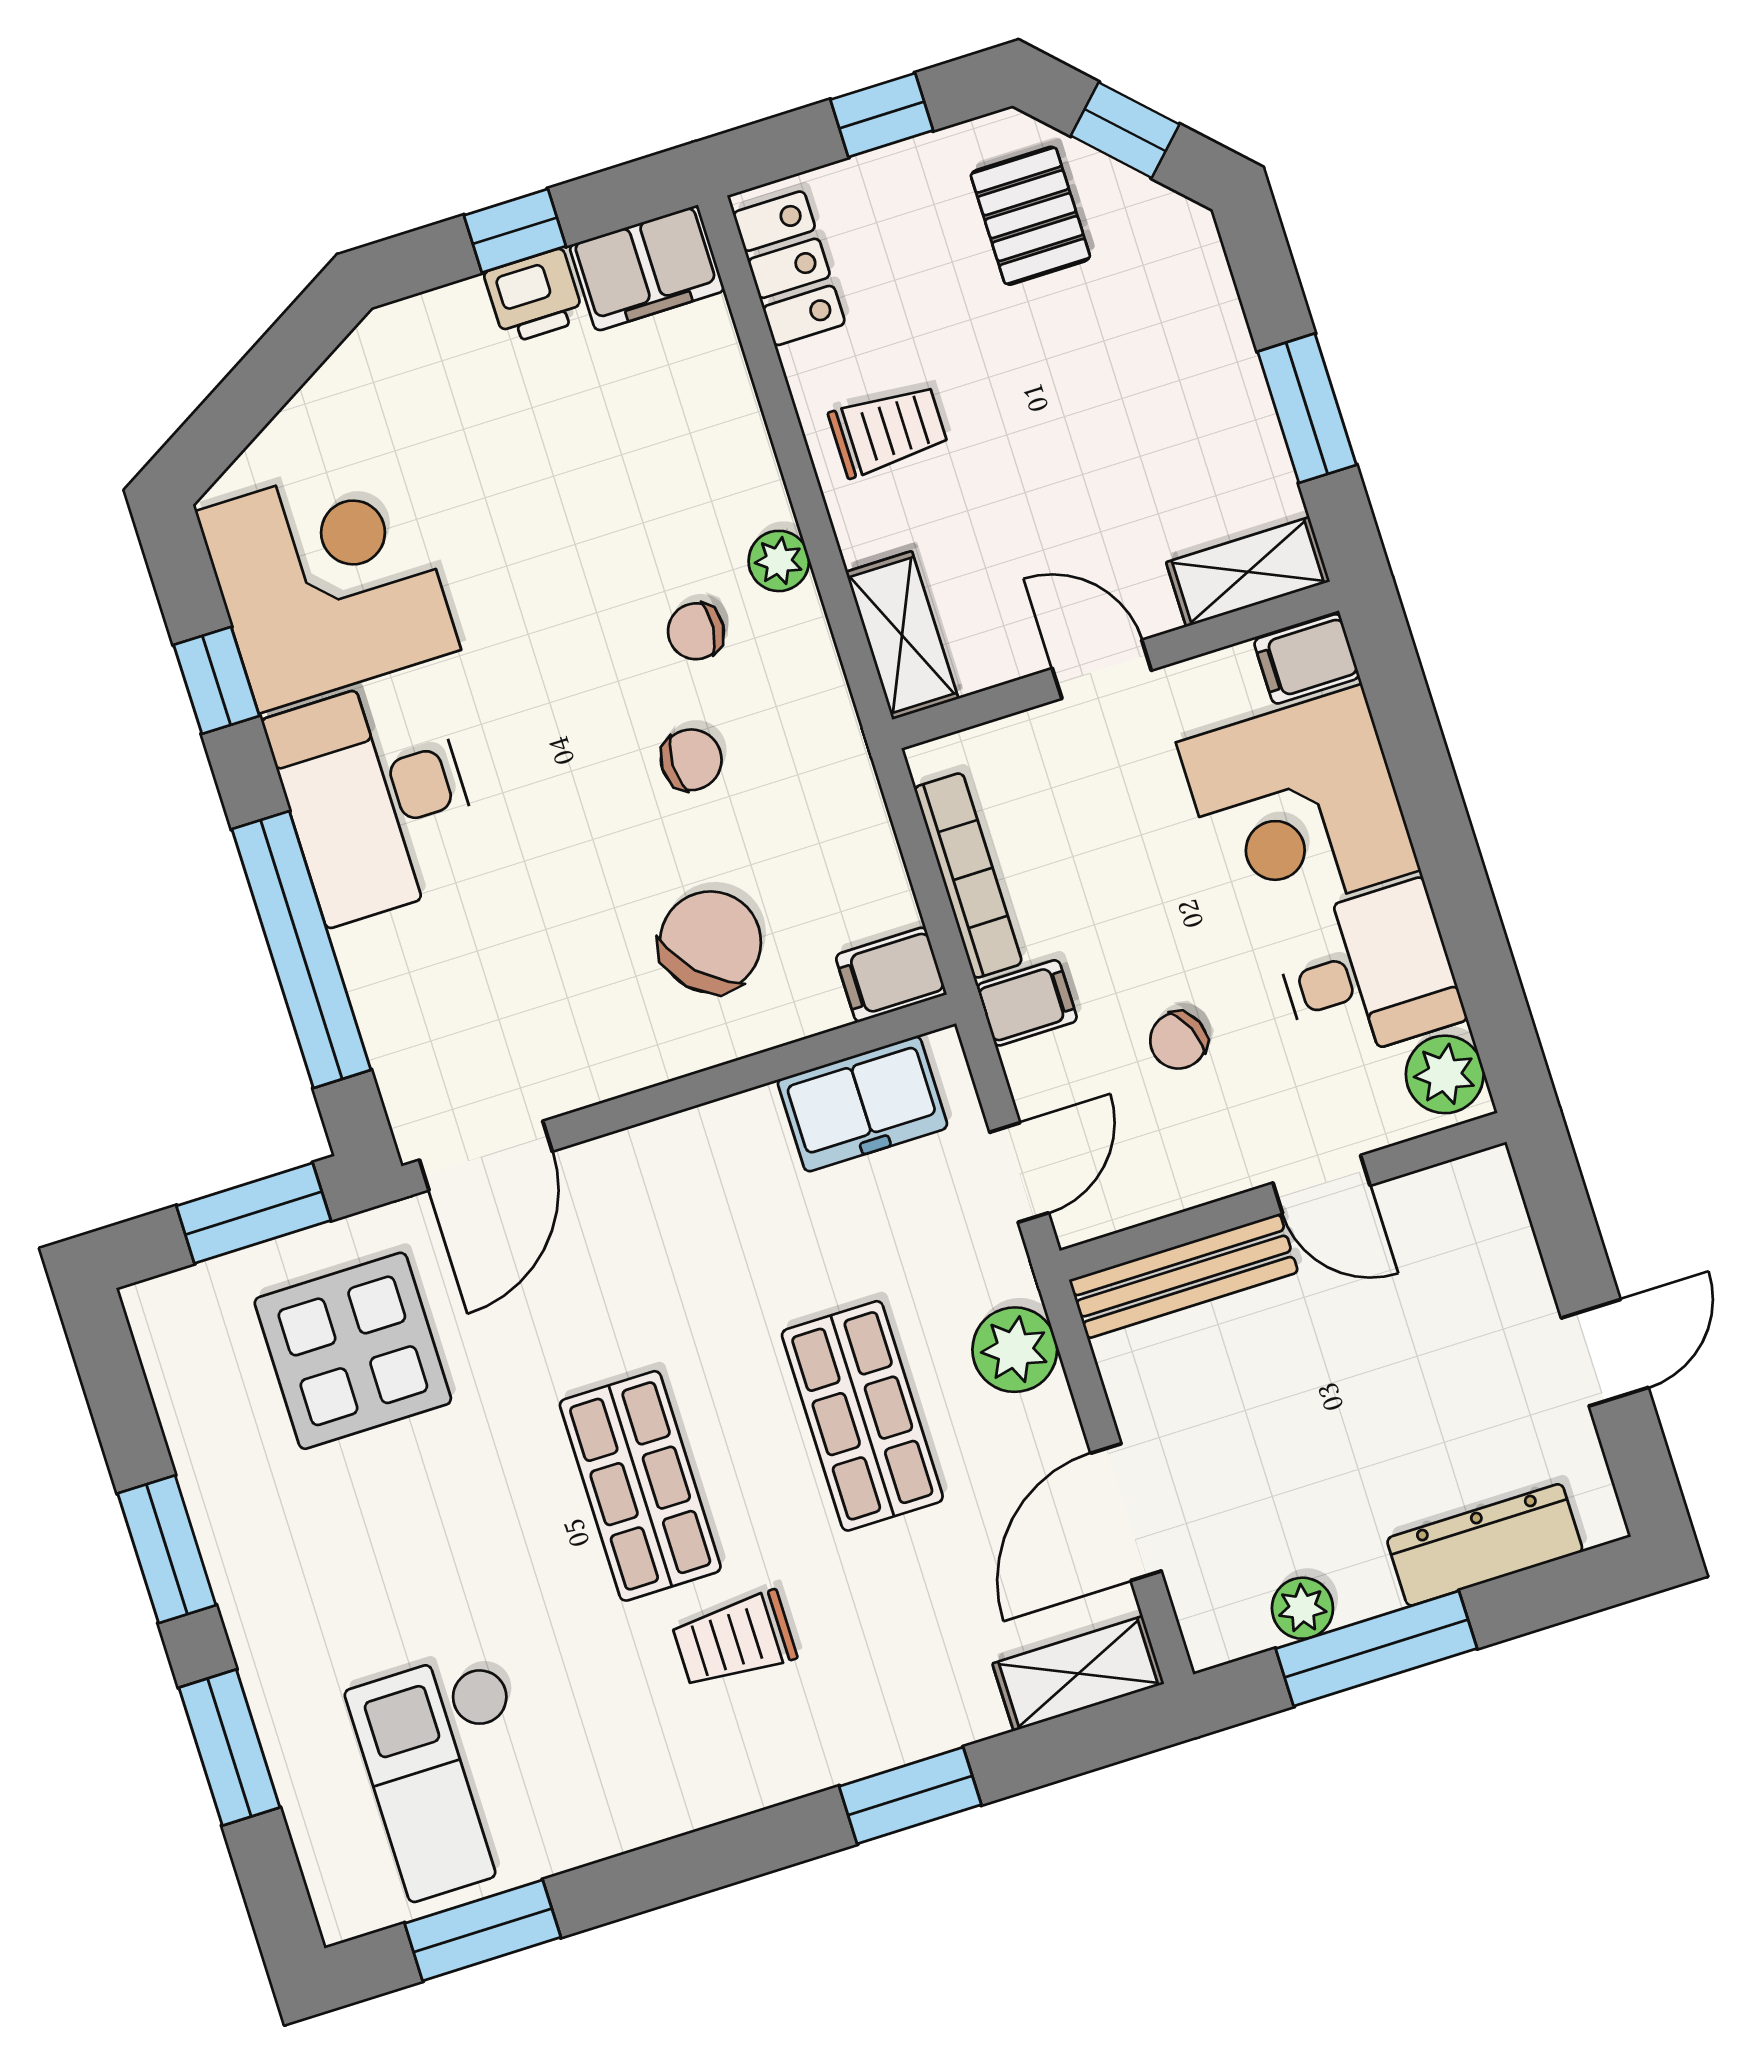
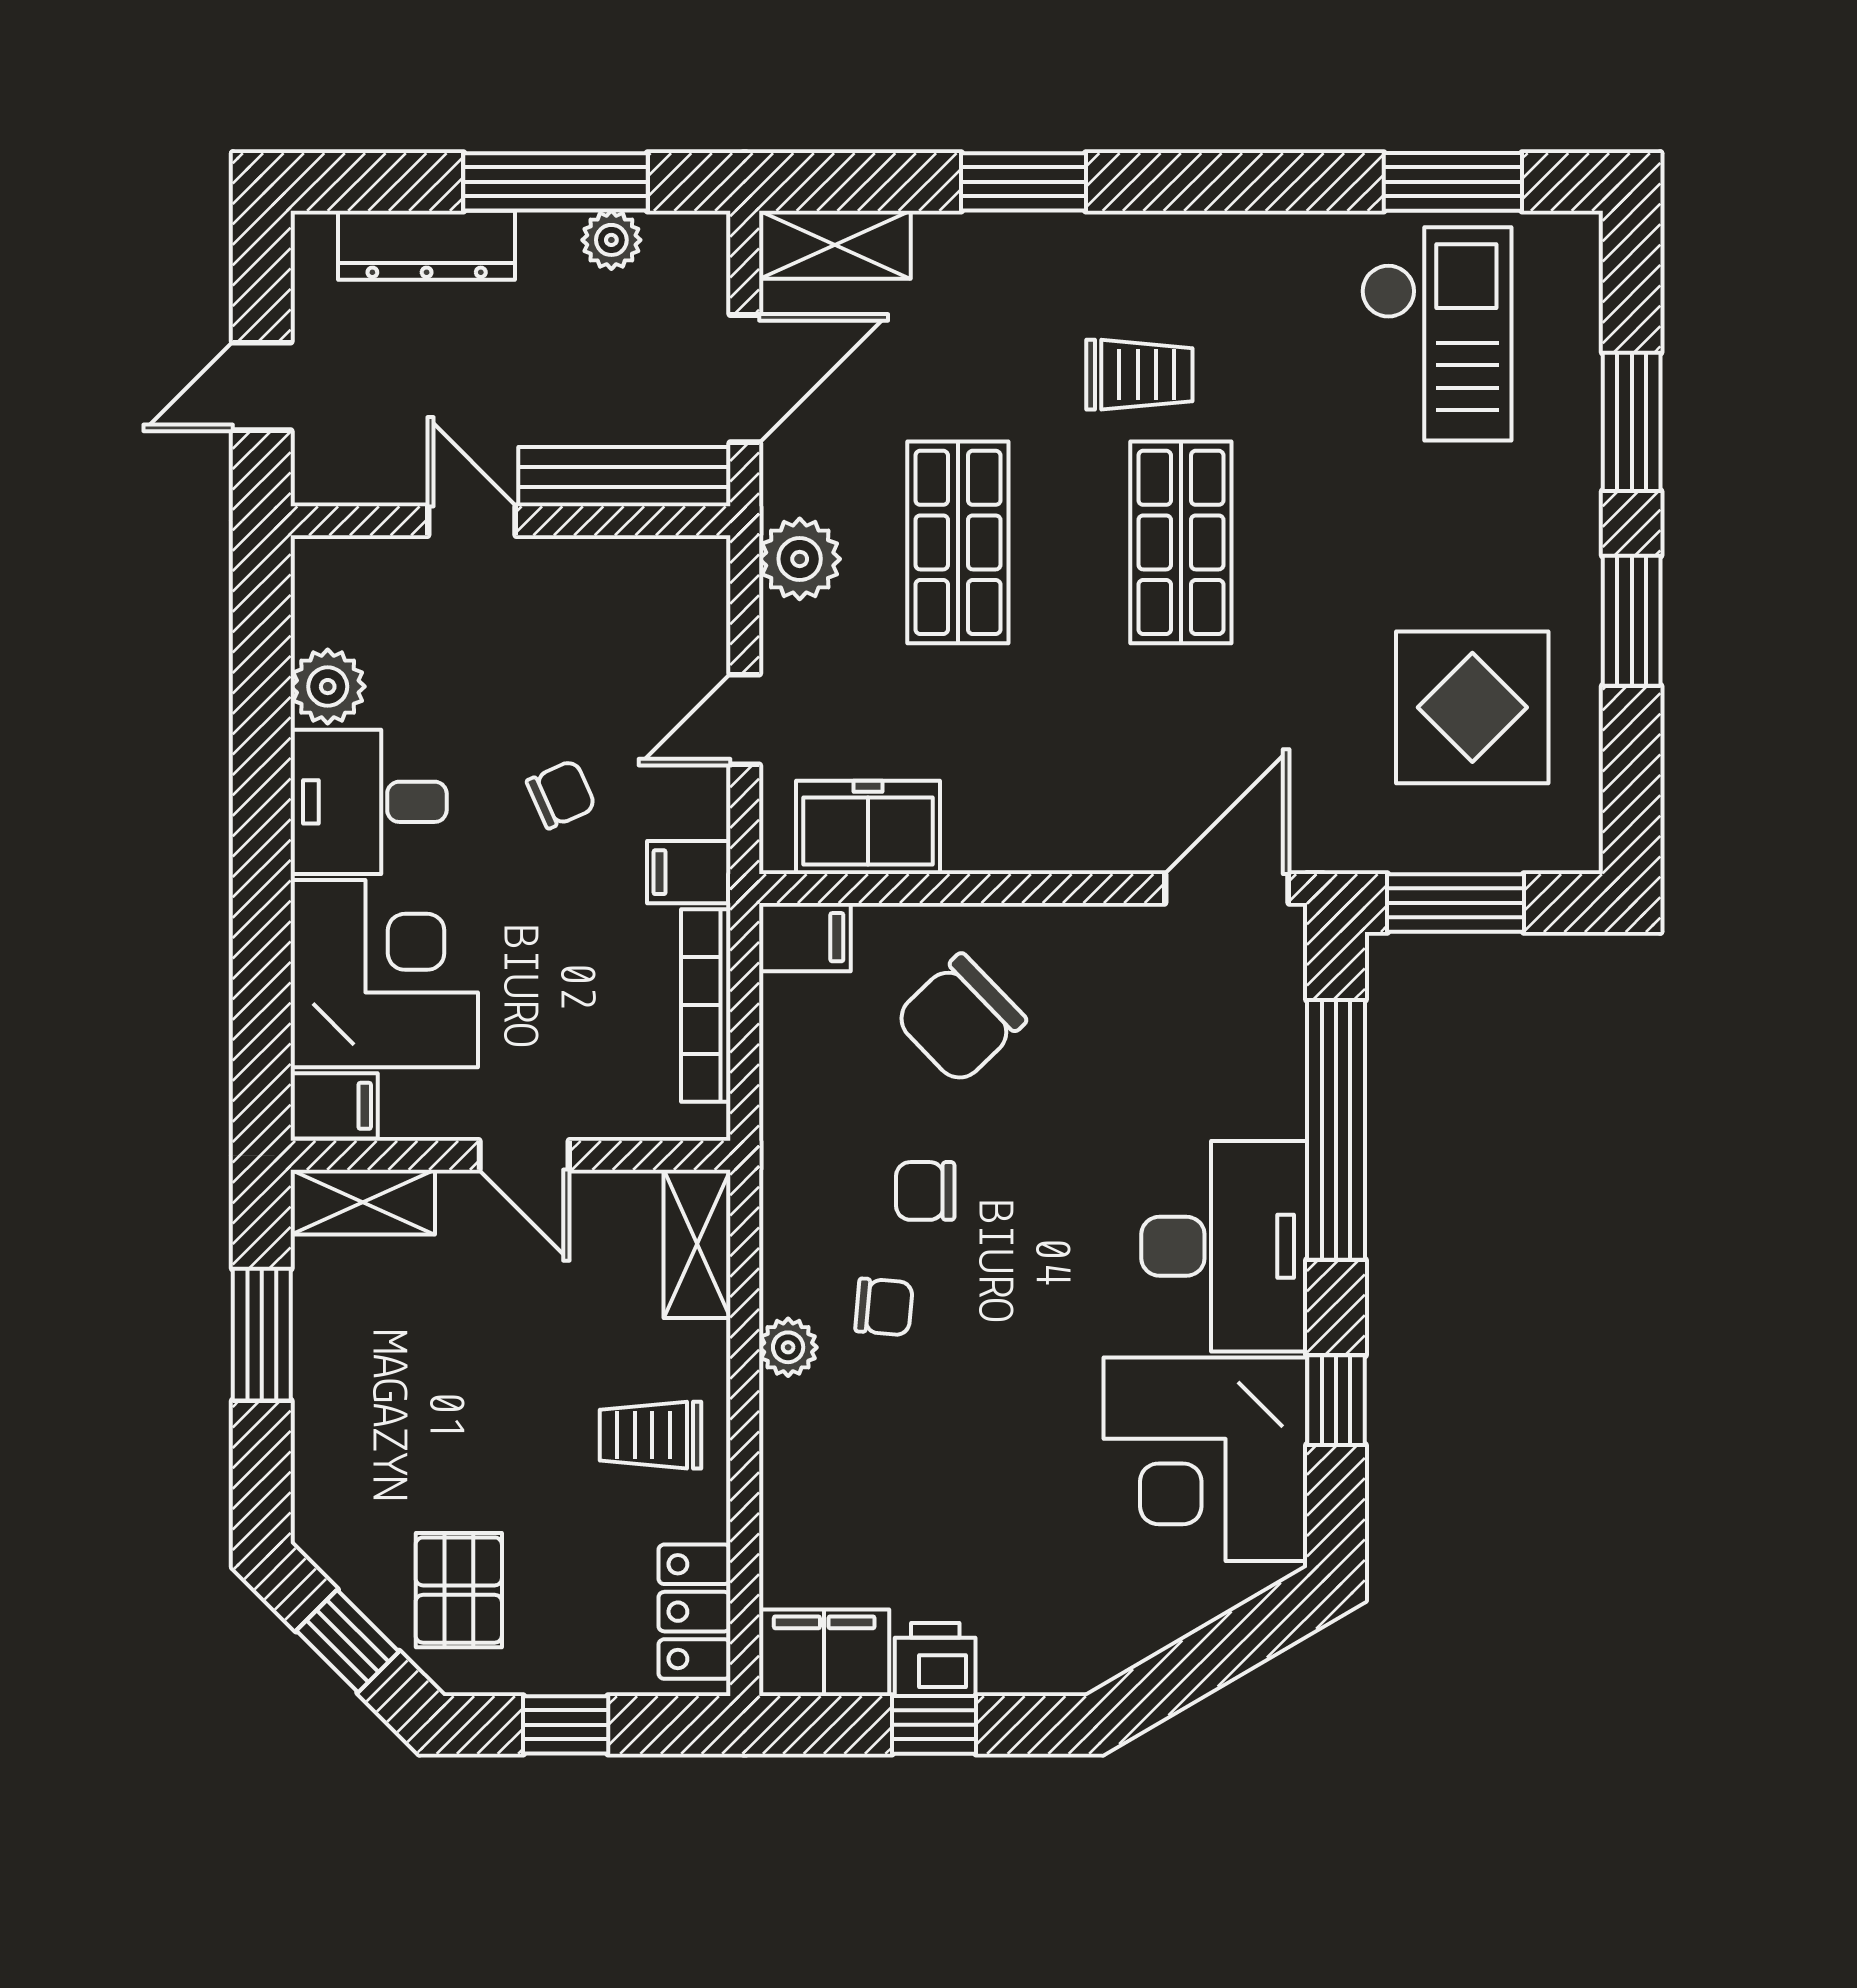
door: (1322, 1184) -> (472, 521), moved
wall: (1283, 1196) -> (510, 521), moved
bench: (1184, 1276) -> (624, 477), moved
display table: (353, 1351) -> (1472, 707), moved

